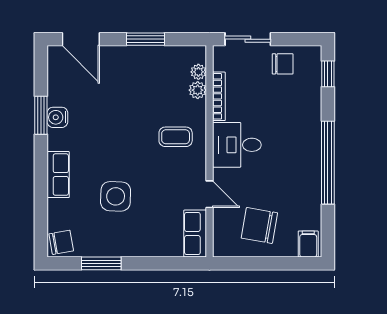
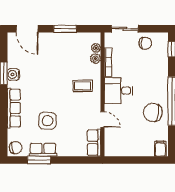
row of seats: (58, 175) -> (14, 108), width x1.48
chair: (259, 225) -> (153, 113), moved
row of seats: (108, 246) -> (43, 150), added

